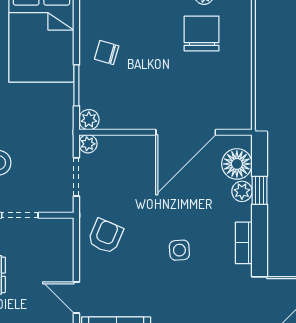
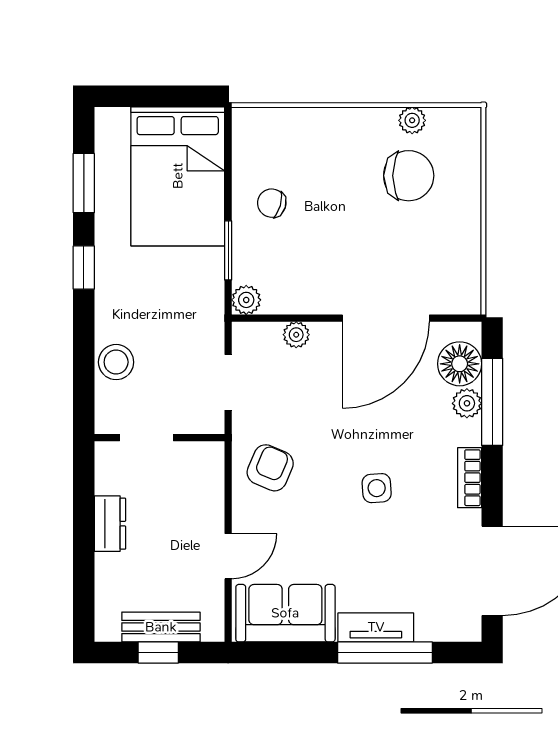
chair: (202, 33) -> (409, 176), turned 90
plant: (88, 144) -> (296, 335), moved
window: (259, 190) -> (492, 402), width x2.17
door: (76, 297) -> (228, 556), swing flipped

